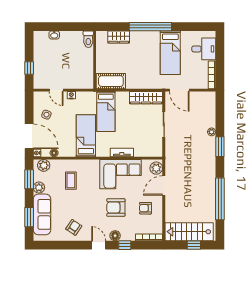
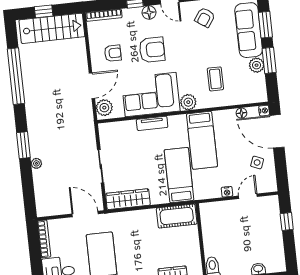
door: (56, 90) -> (248, 196), hinge flipped
plant: (44, 165) -> (188, 102), moved
window: (29, 179) -> (269, 60), moved

